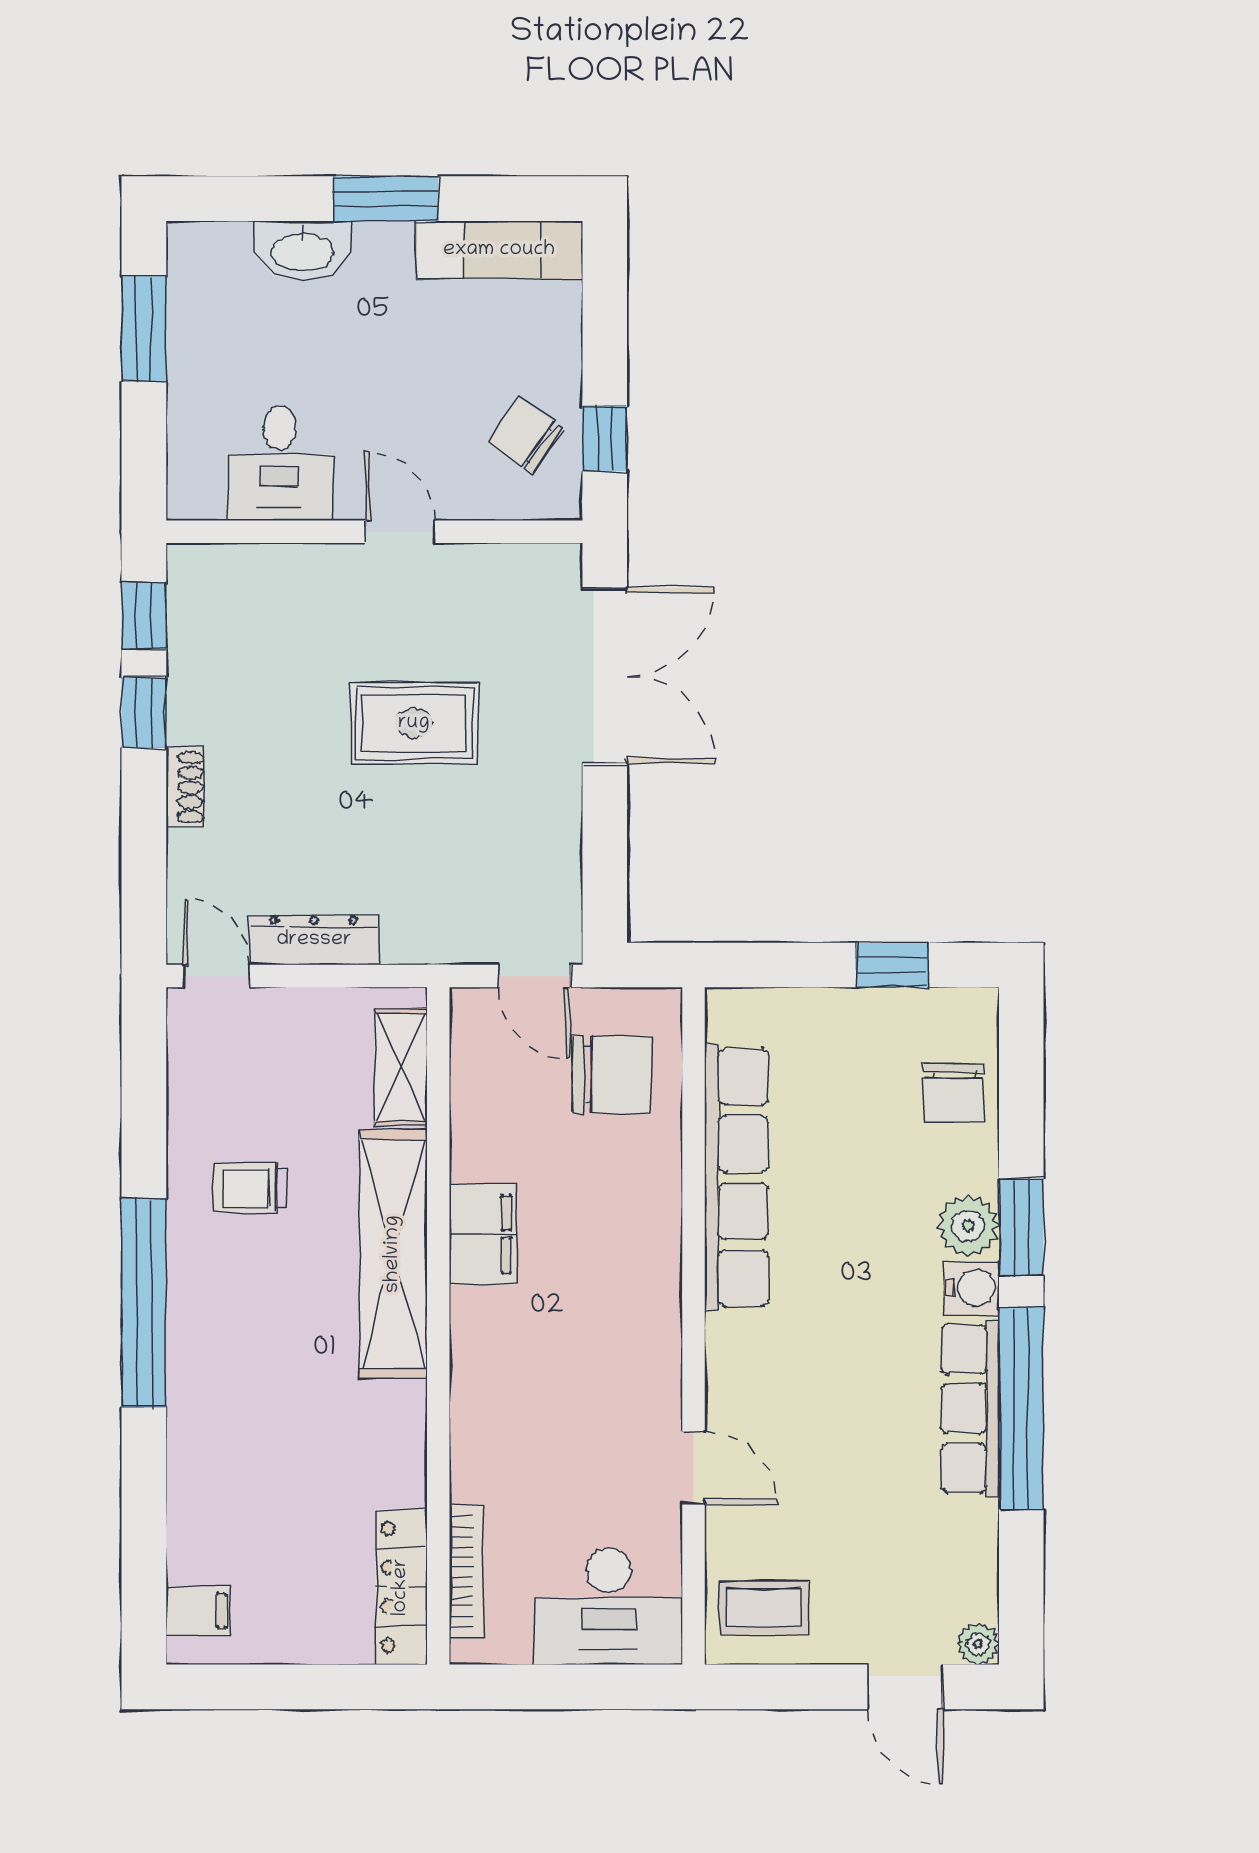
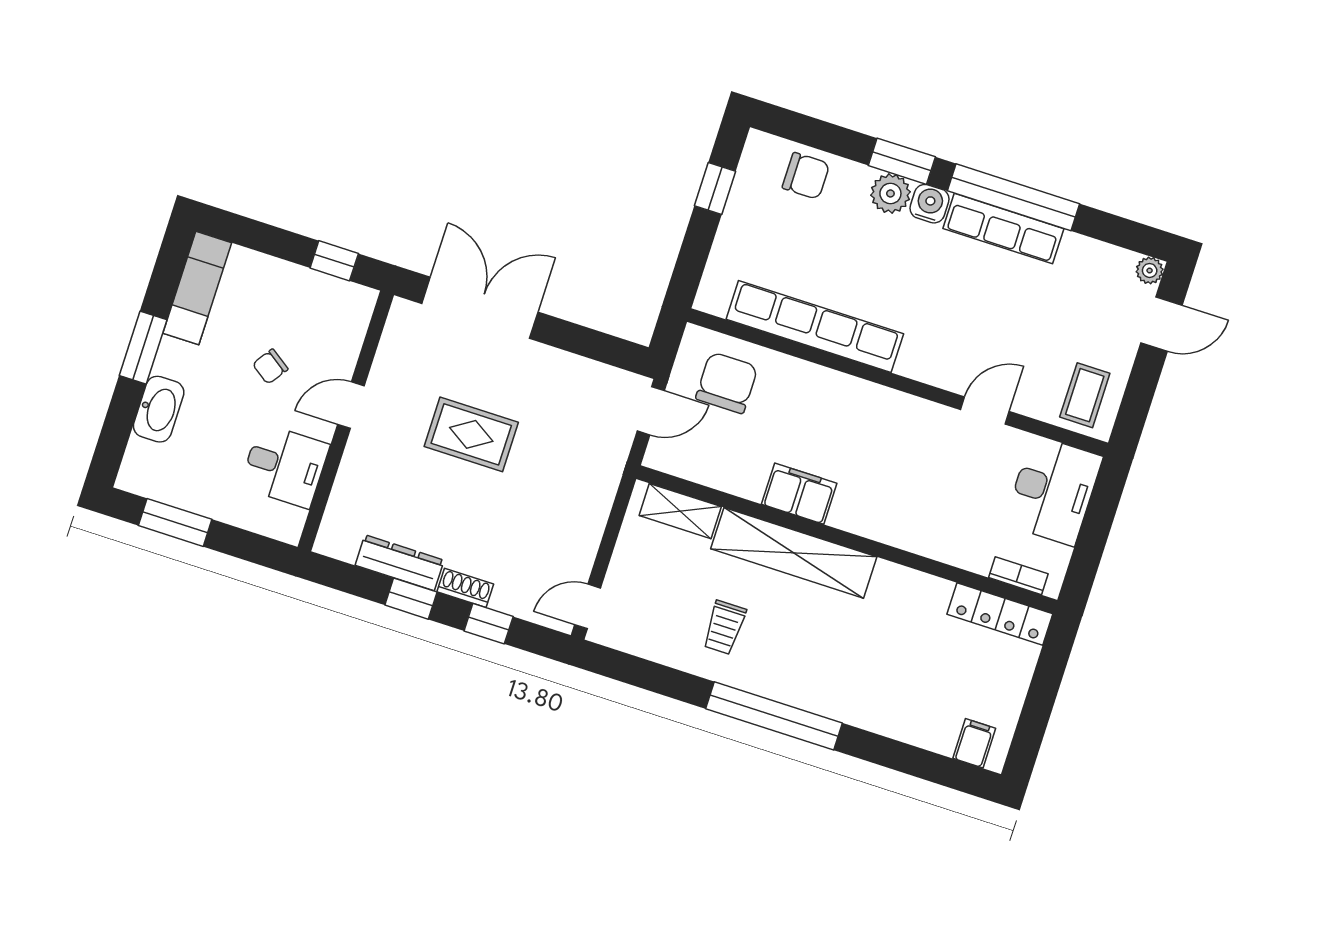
chair: (525, 436) -> (270, 367), moved, width x0.73, depth x0.73
window: (144, 616) -> (489, 624), moved
rug: (414, 723) -> (471, 434), turned 90
dresser: (314, 940) -> (400, 563), moved, turned 90
bookcase: (466, 1572) -> (1018, 576), width x0.64

